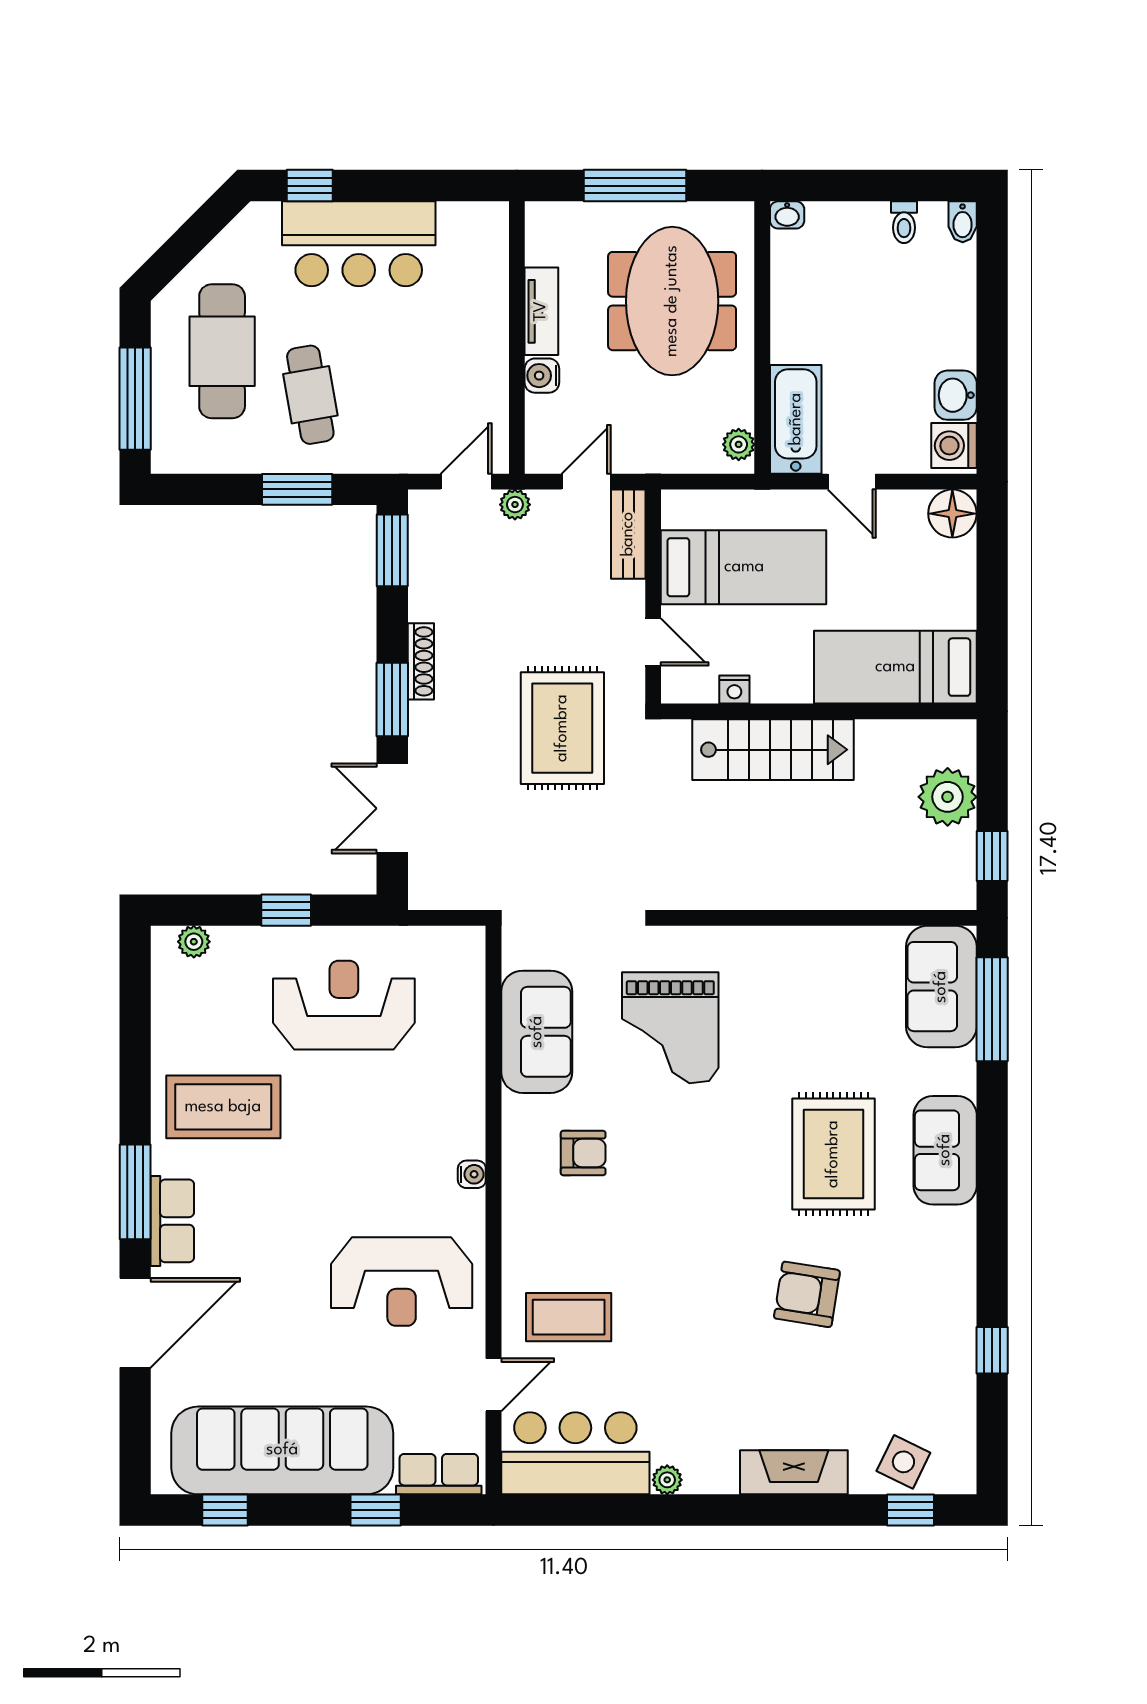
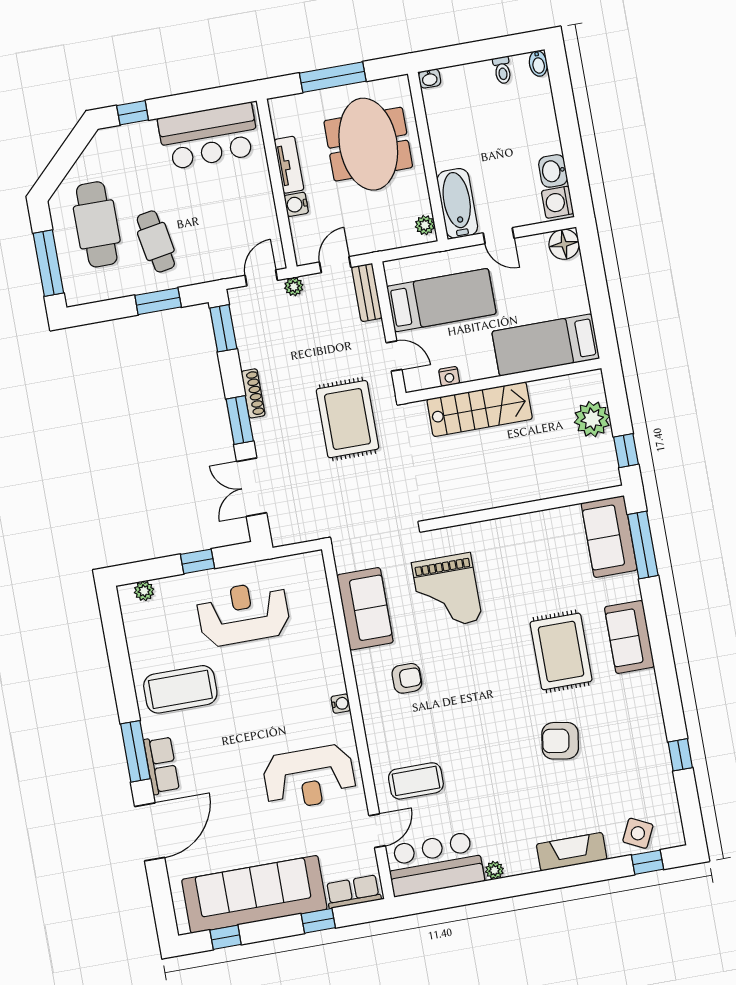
bar counter: (359, 244) -> (209, 136), moved

